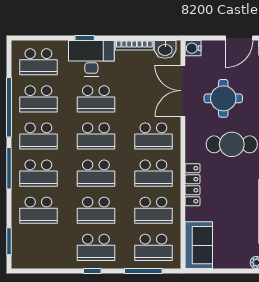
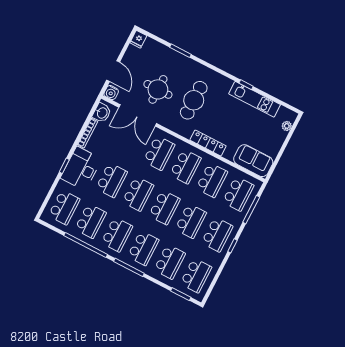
door: (239, 38) -> (113, 71), moved
school desk: (38, 247) -> (196, 275), added

